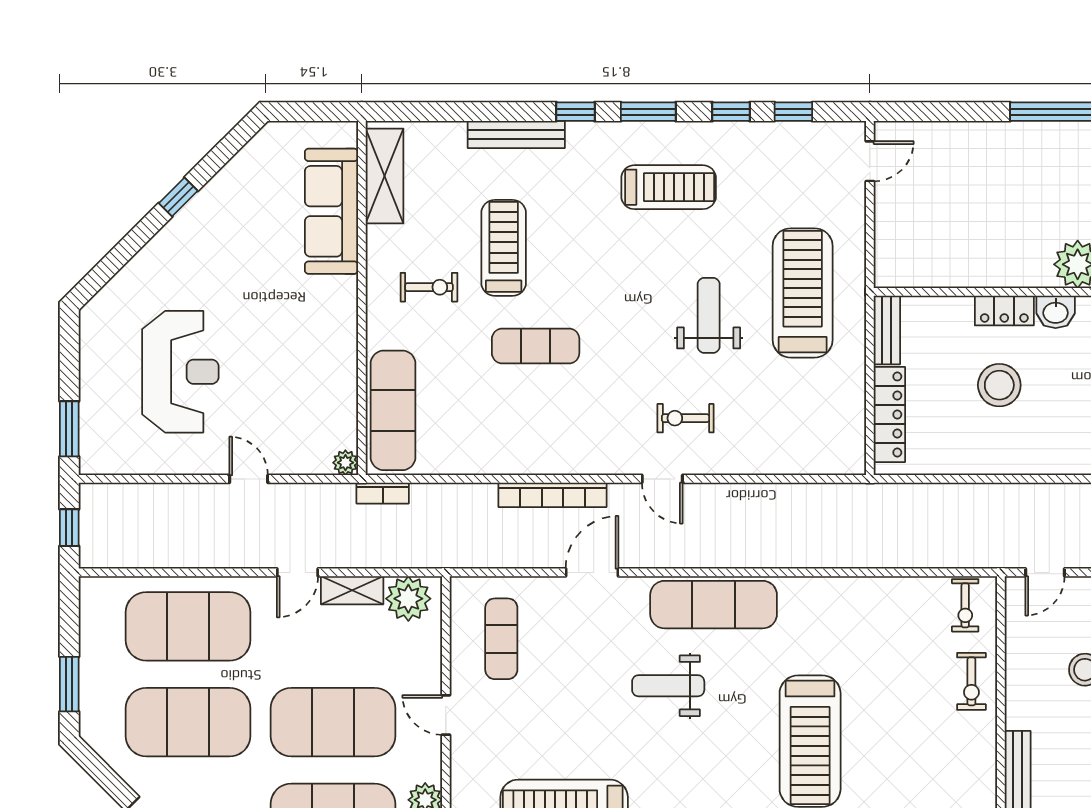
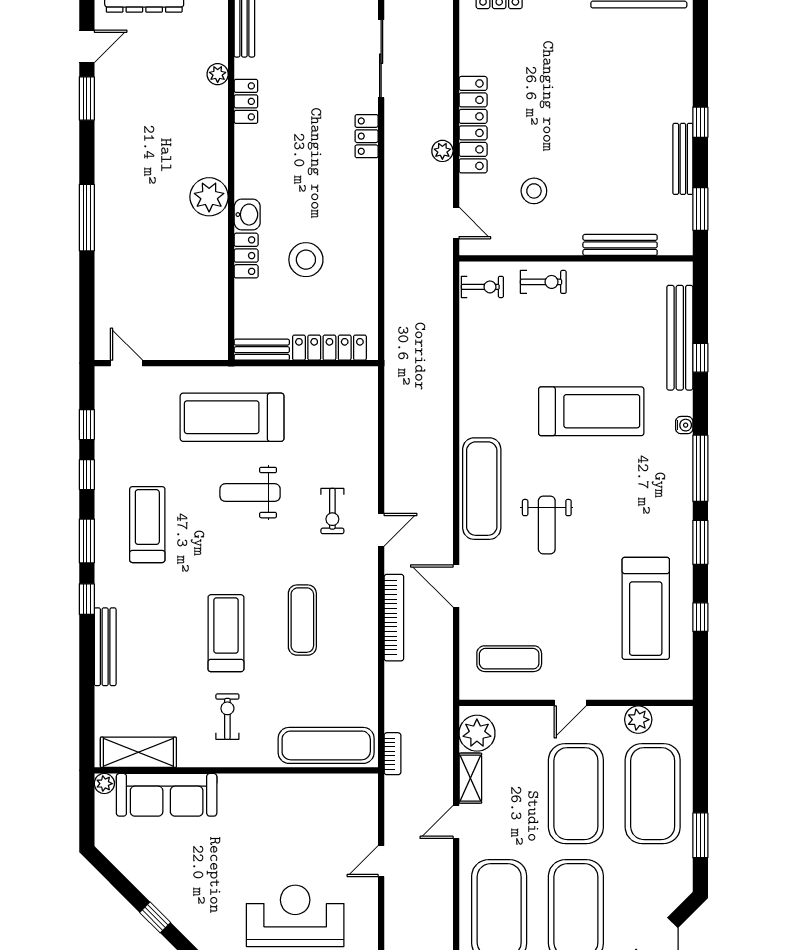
treadmill: (504, 248) -> (226, 633), moved, turned 90
exercise mat: (536, 346) -> (302, 620), moved
plant: (345, 463) -> (104, 784), moved
door: (297, 572) -> (456, 822), swing flipped

